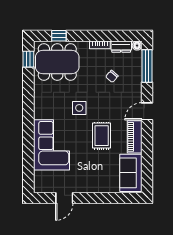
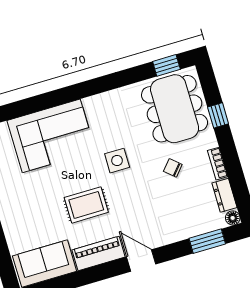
window: (59, 36) -> (218, 115), moved
window: (147, 66) -> (207, 241), width x0.69
chair: (112, 76) -> (173, 168), moved

